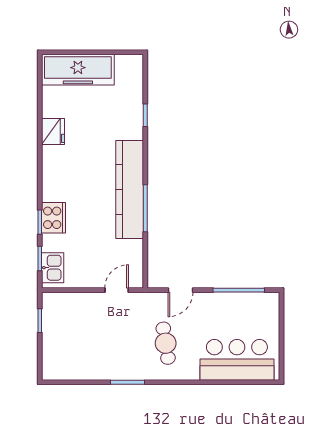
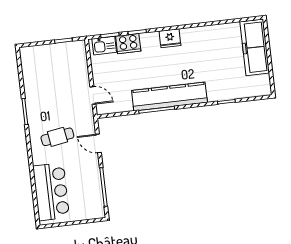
fridge: (53, 131) -> (170, 38), moved
cooker: (54, 218) -> (128, 44), moved

